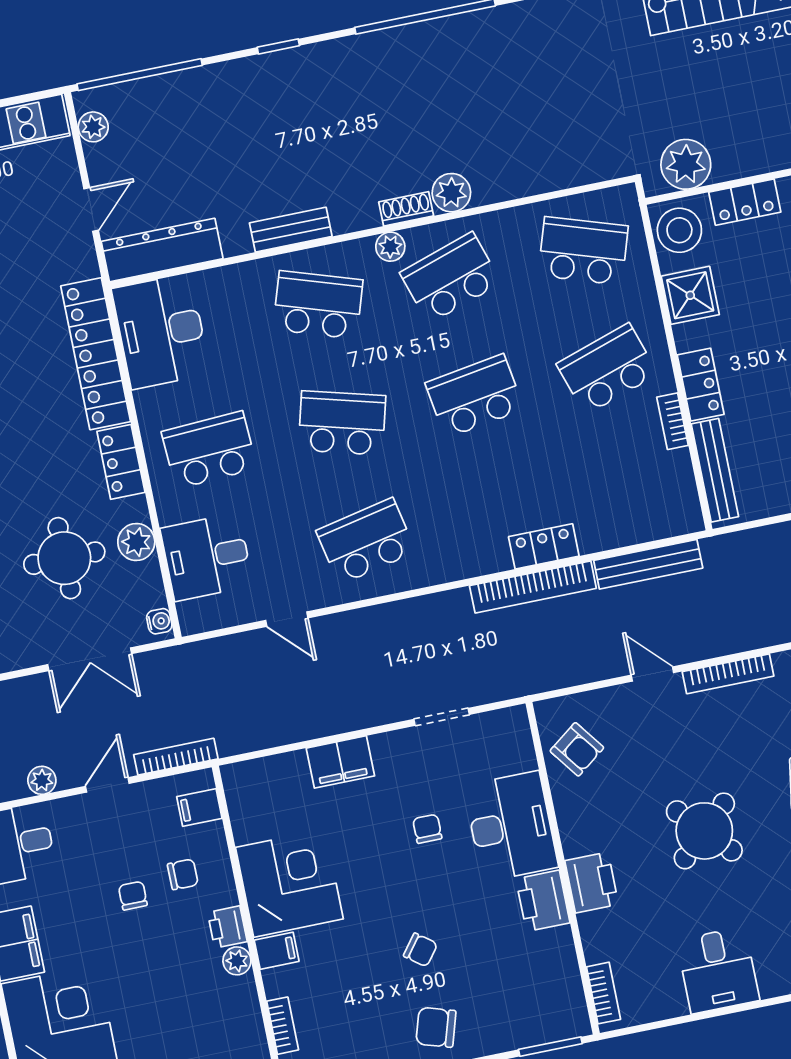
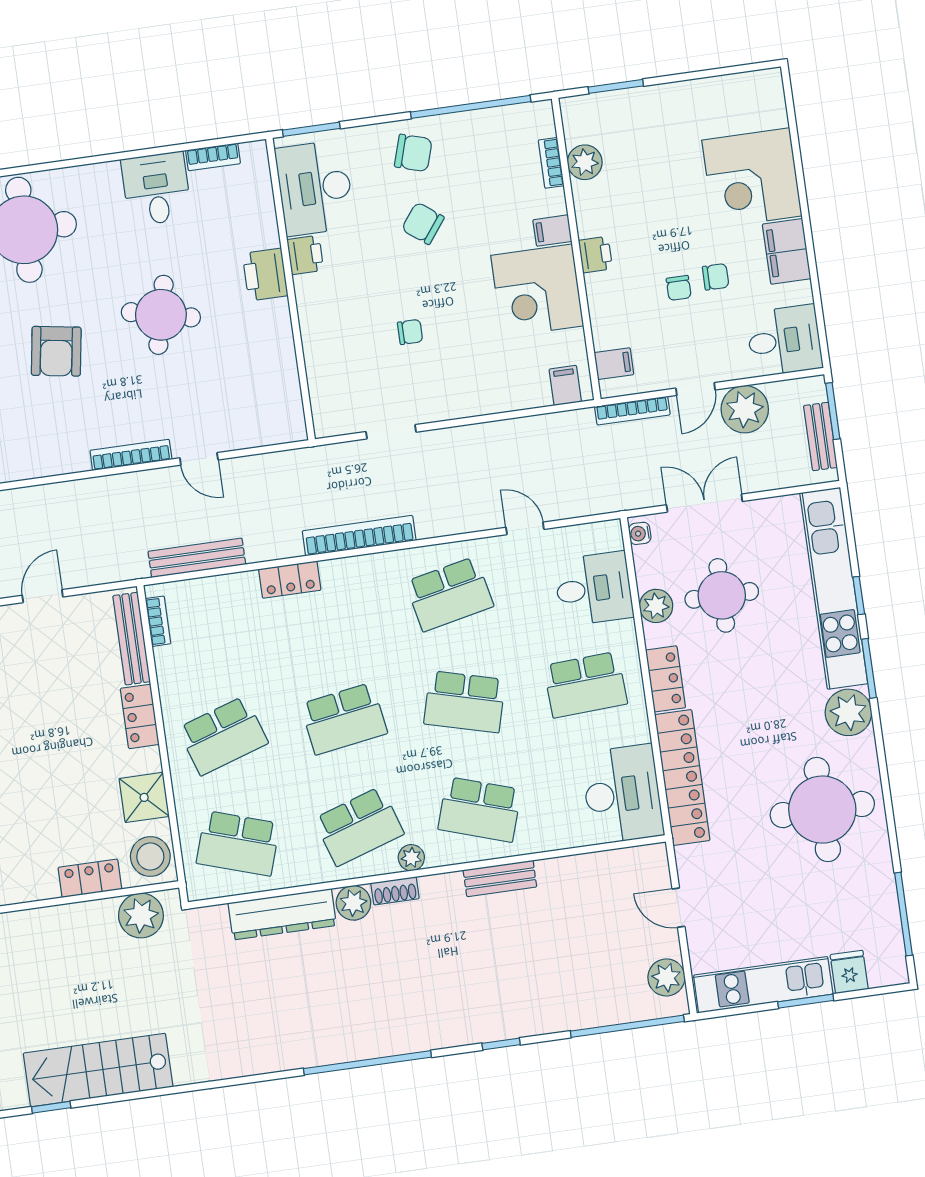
plant: (93, 127) -> (666, 977), width x1.38, depth x1.38
door: (91, 210) -> (678, 908), hinge flipped
dresser: (162, 250) -> (282, 914), moved
bookcase: (673, 421) -> (158, 621), moved
bookcase: (533, 587) -> (359, 536), moved
armchair: (577, 749) -> (271, 395), removed
filing cabinet: (340, 762) -> (565, 385), moved, width x0.50
plant: (42, 780) -> (745, 409), width x1.88, depth x1.88
desk: (511, 826) -> (315, 188), moved
chair: (427, 829) -> (410, 332), turned -90
round table: (704, 831) -> (161, 315), turned -34
chair: (183, 874) -> (716, 277), moved, turned 180
printer: (543, 901) -> (305, 255), width x0.73, depth x0.81
chair: (420, 950) -> (423, 223), width x1.37, depth x1.37
plant: (237, 961) -> (585, 162), moved, width x1.38, depth x1.38
bookcase: (603, 993) -> (213, 157), moved, turned -90

